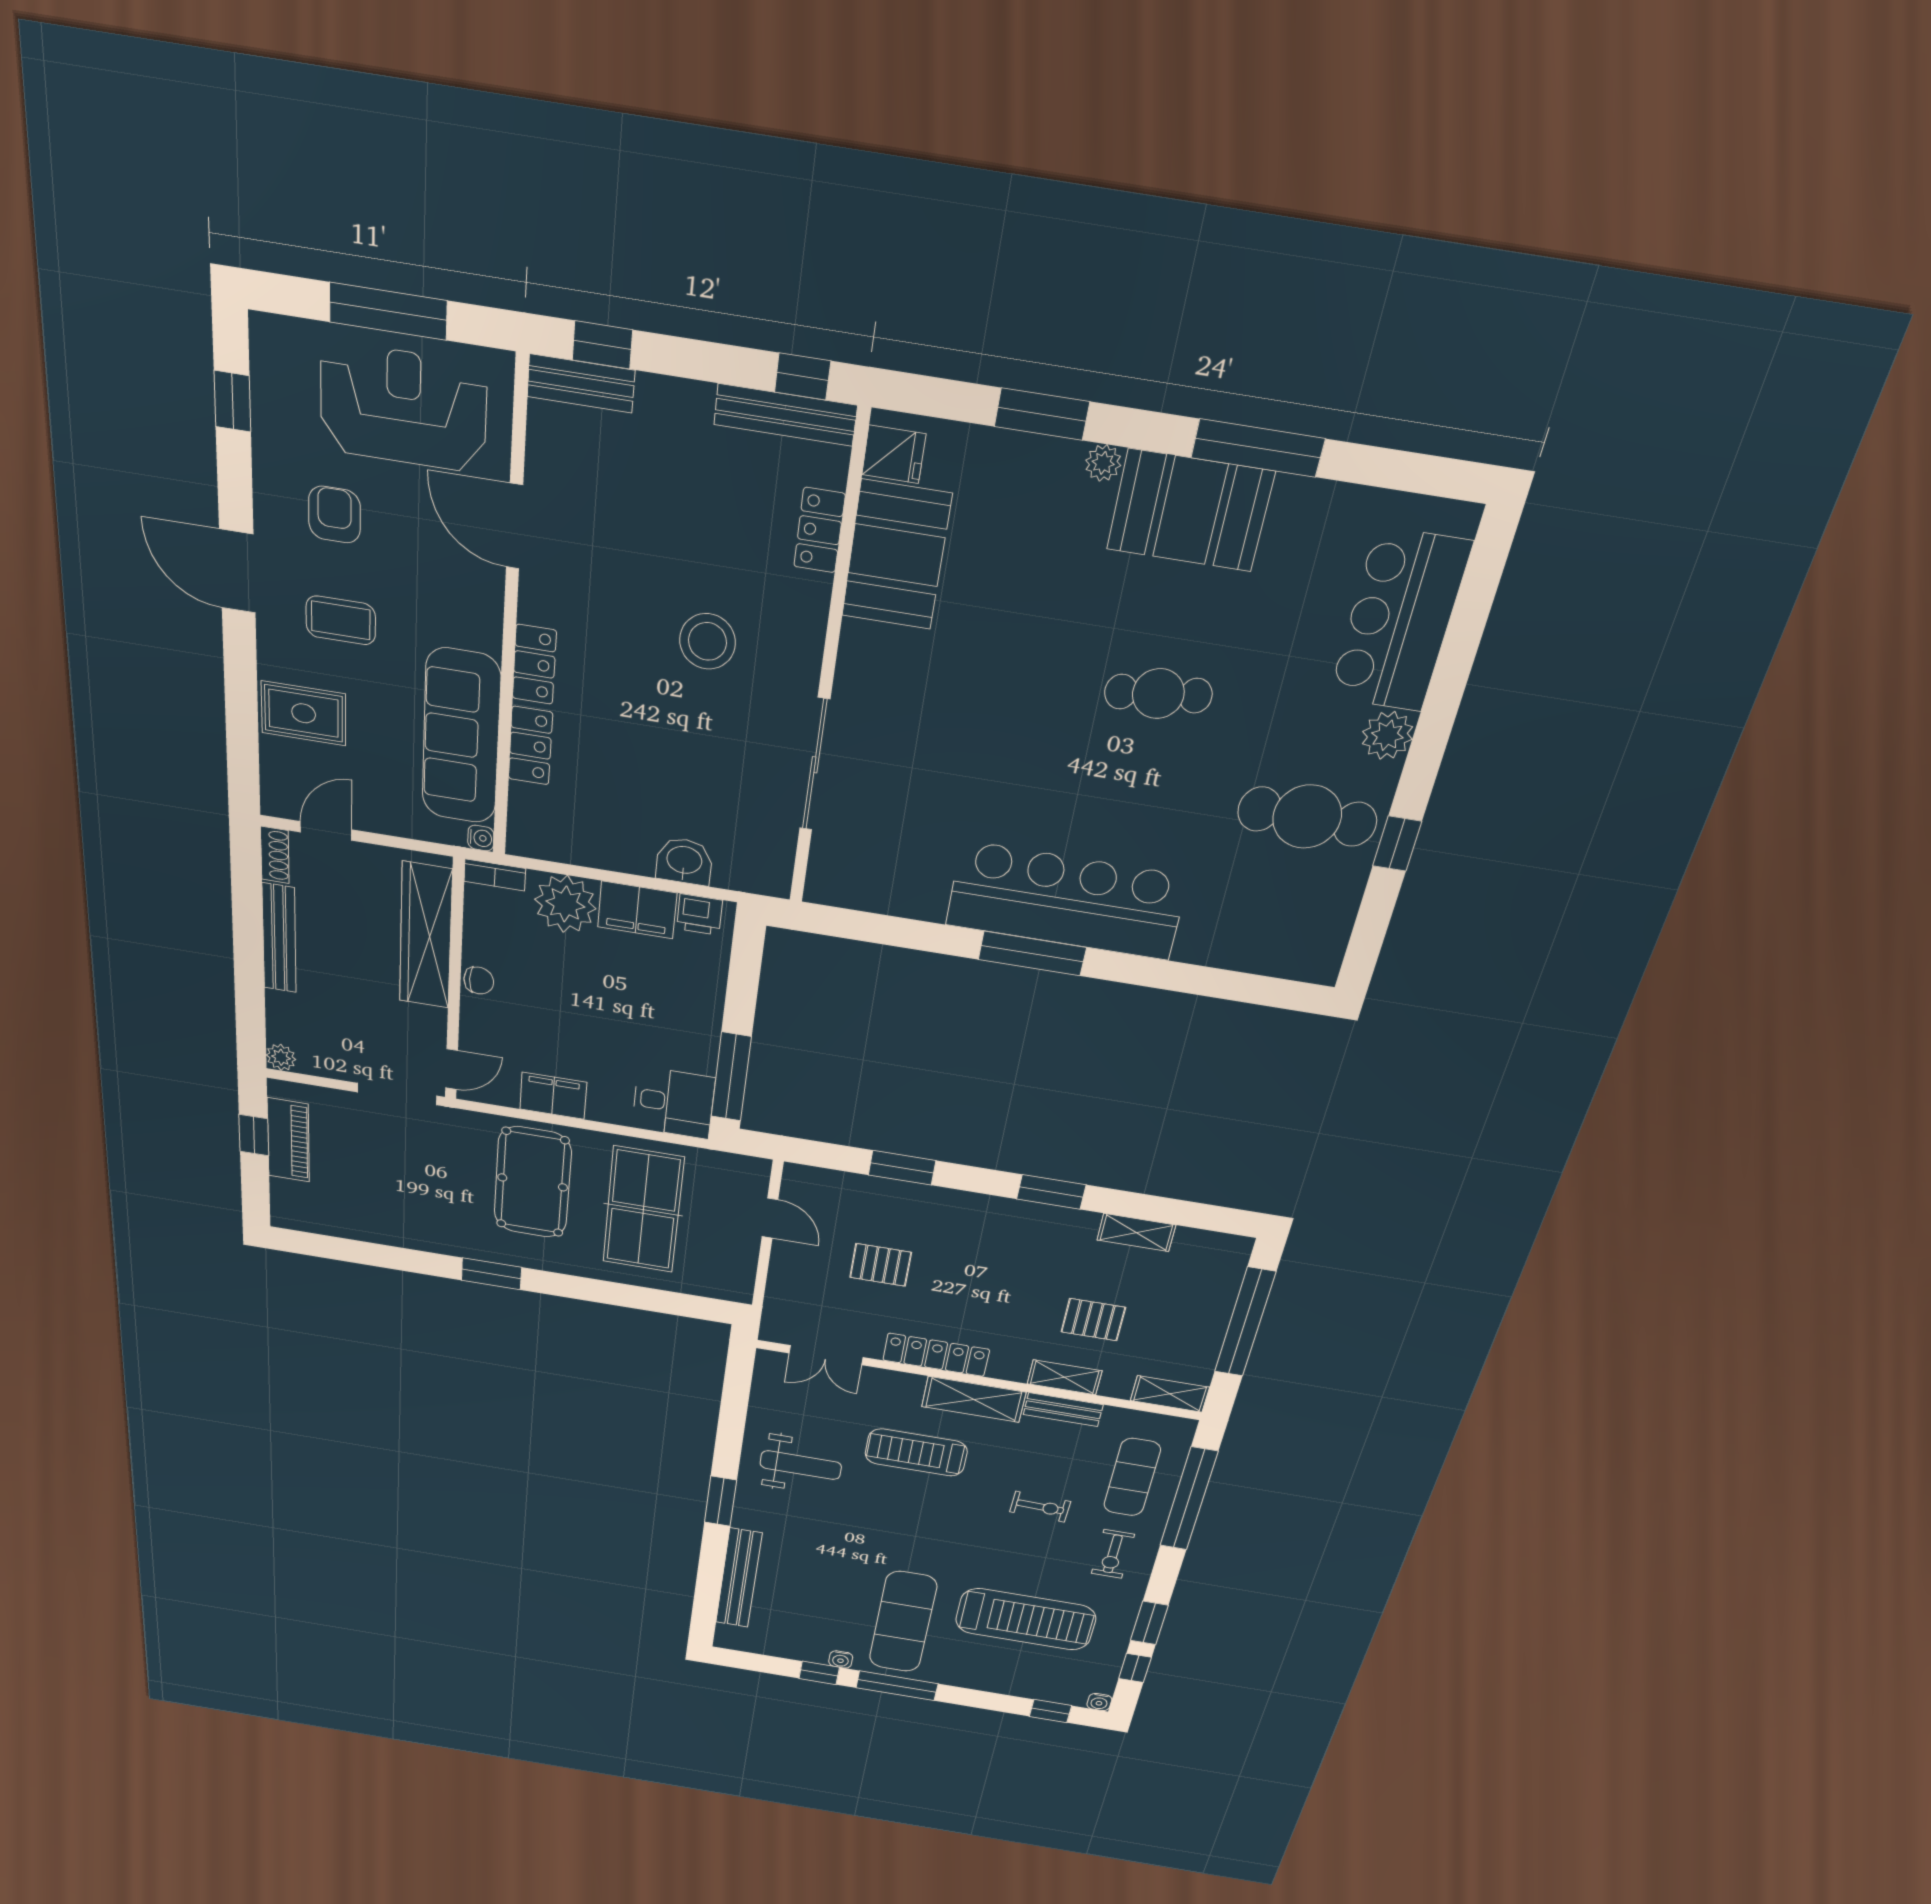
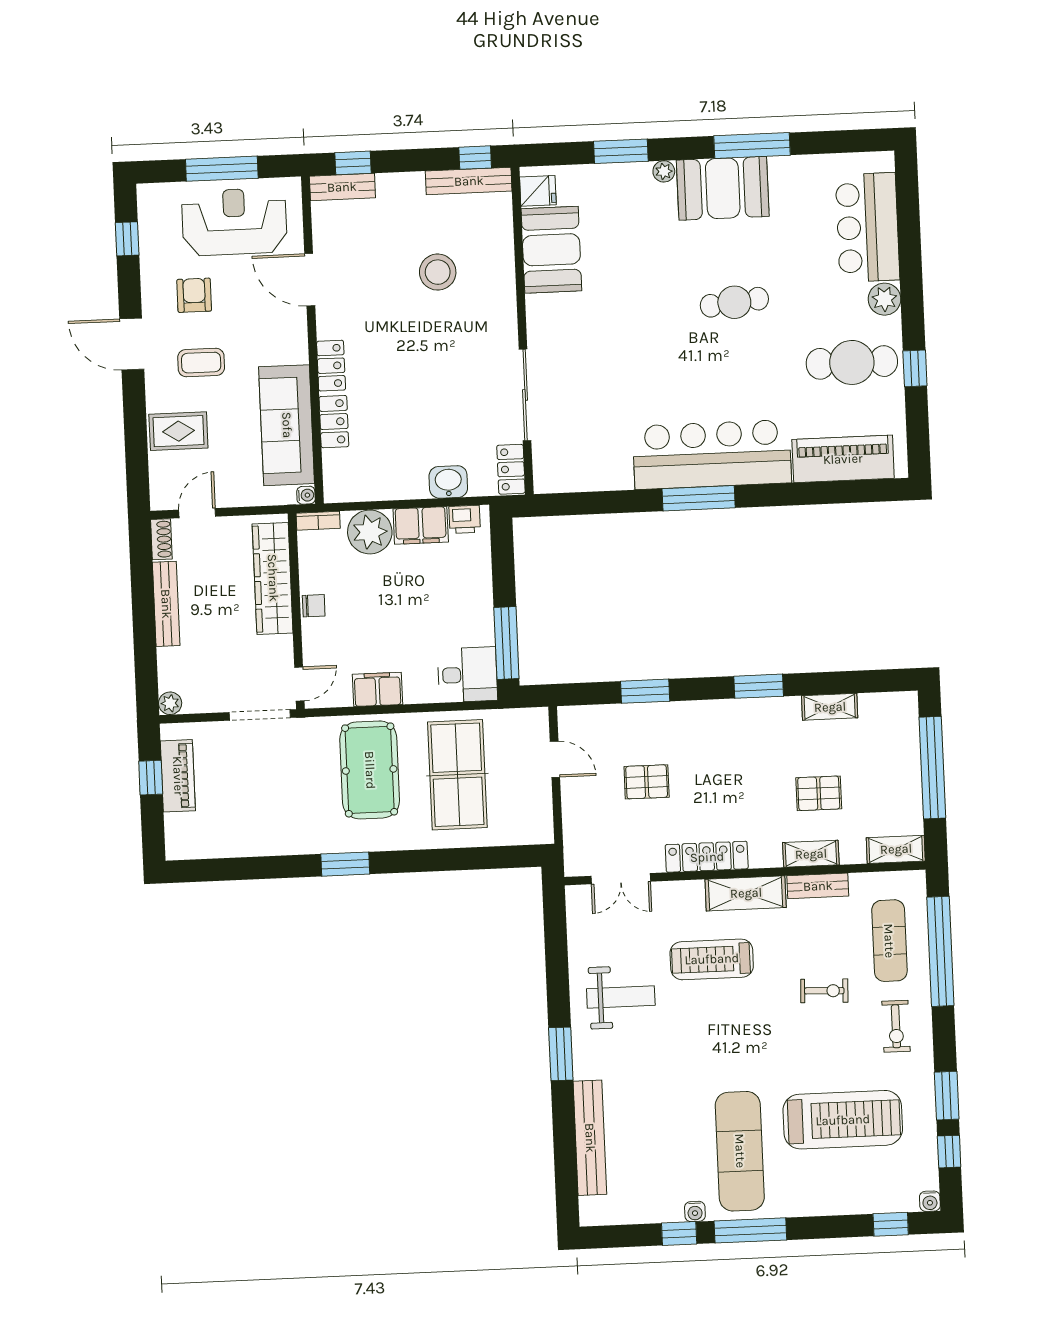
locker: (819, 530) -> (511, 469), moved
stool: (707, 641) -> (438, 272), moved
piano: (1251, 944) -> (843, 459), added

